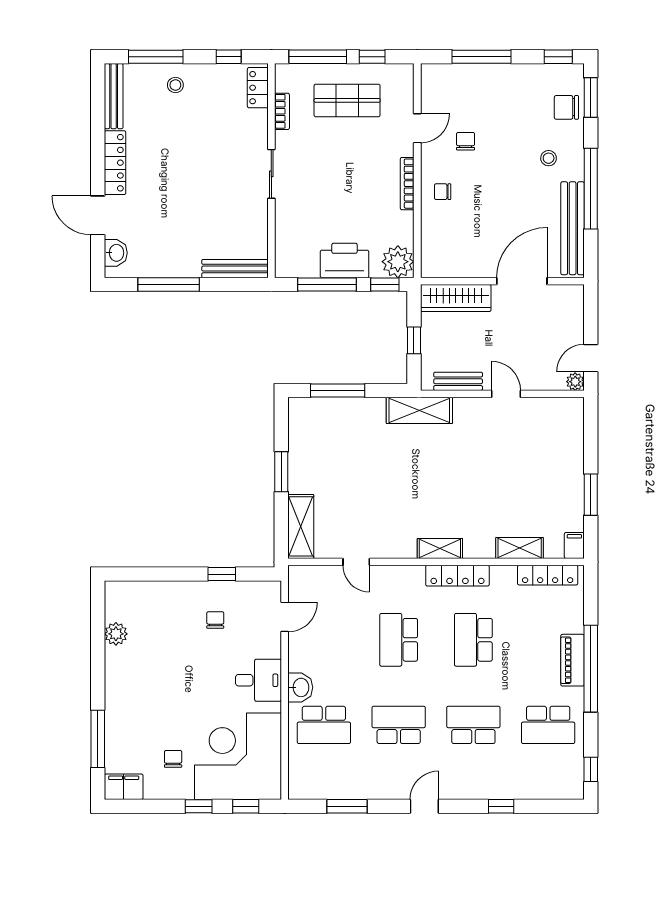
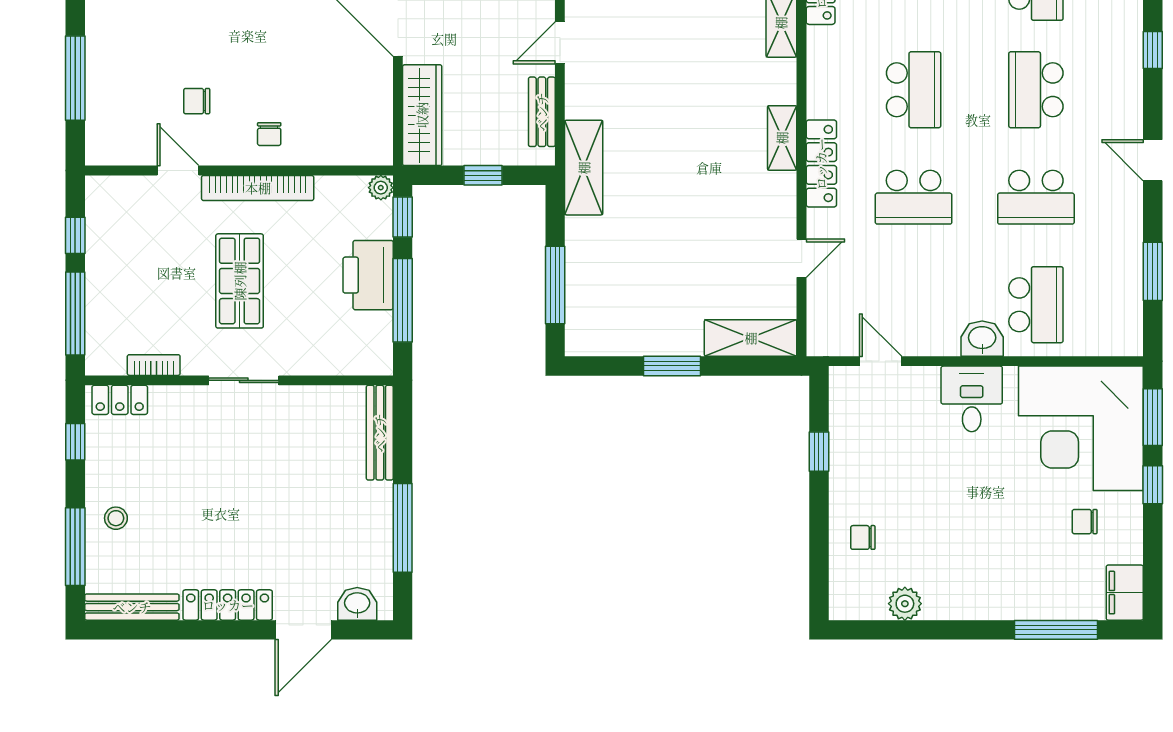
shop shelf: (347, 100) -> (240, 281), moved
bookcase: (407, 184) -> (258, 188), width x1.48, depth x1.31
plant: (398, 262) -> (381, 188), width x0.53, depth x0.53
locker: (457, 576) -> (821, 164), moved
chair: (215, 620) -> (863, 537), moved
school desk: (473, 640) -> (914, 90), turned -90
school desk: (399, 725) -> (1036, 197), turned -90
window: (246, 806) -> (1153, 417), width x1.50

